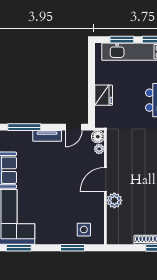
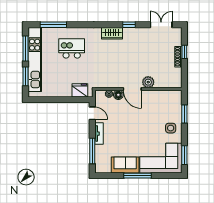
fridge: (104, 95) -> (80, 90), moved
floor lamp: (98, 137) -> (118, 95), moved
side table: (84, 230) -> (171, 128), moved

